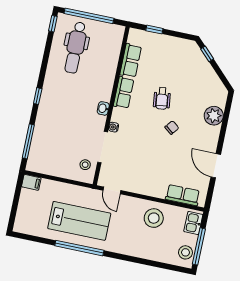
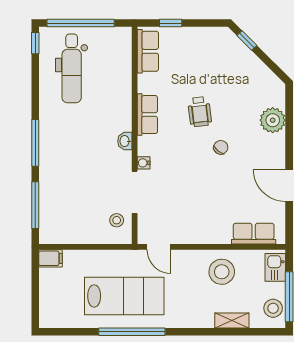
row of seats: (131, 61) -> (148, 51), moved
window: (38, 96) -> (35, 143), width x2.17
shelving: (154, 255) -> (232, 320), added

